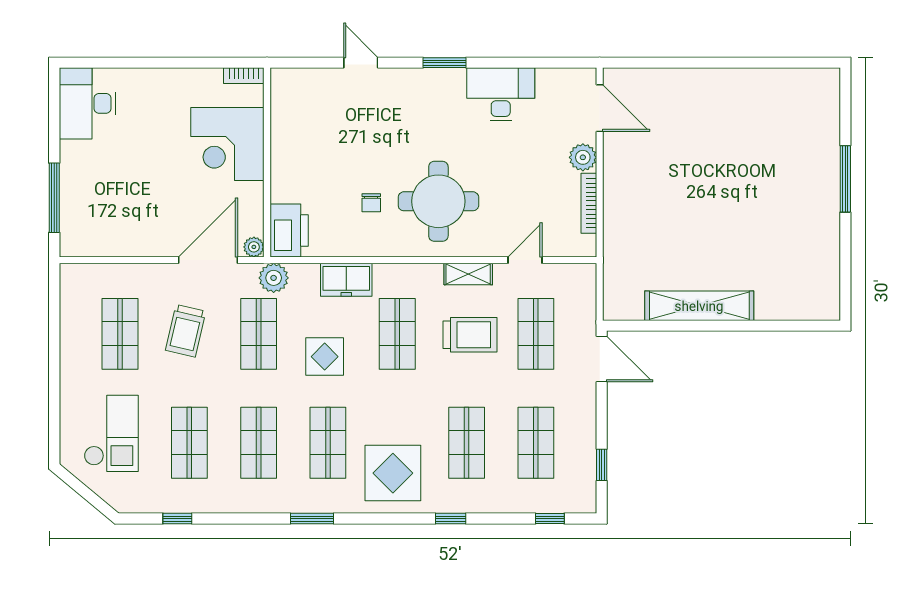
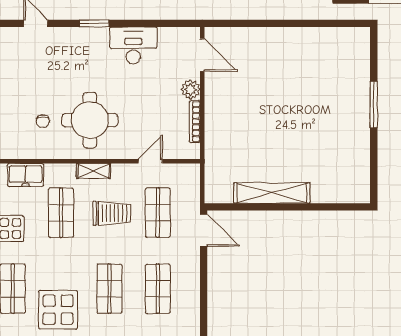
shelving: (468, 274) -> (94, 171), moved
window: (602, 465) -> (204, 304), removed

